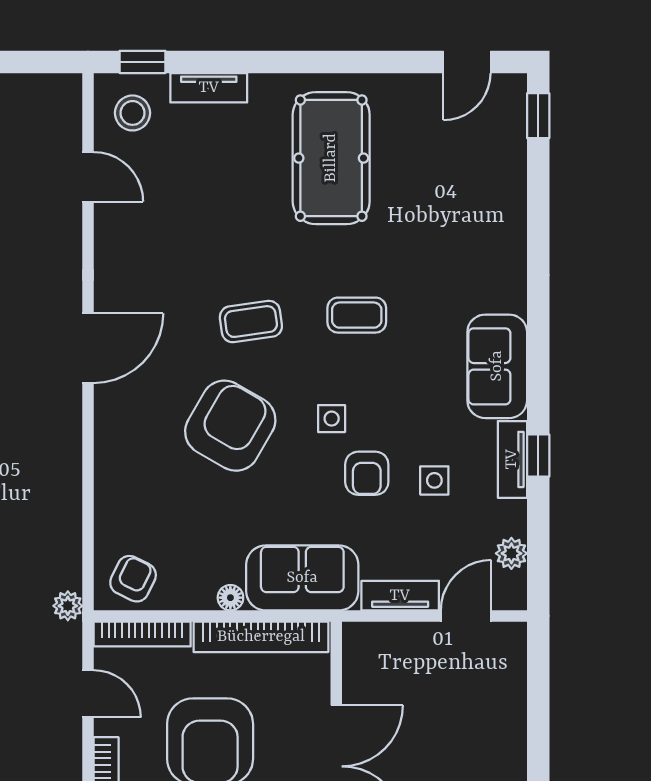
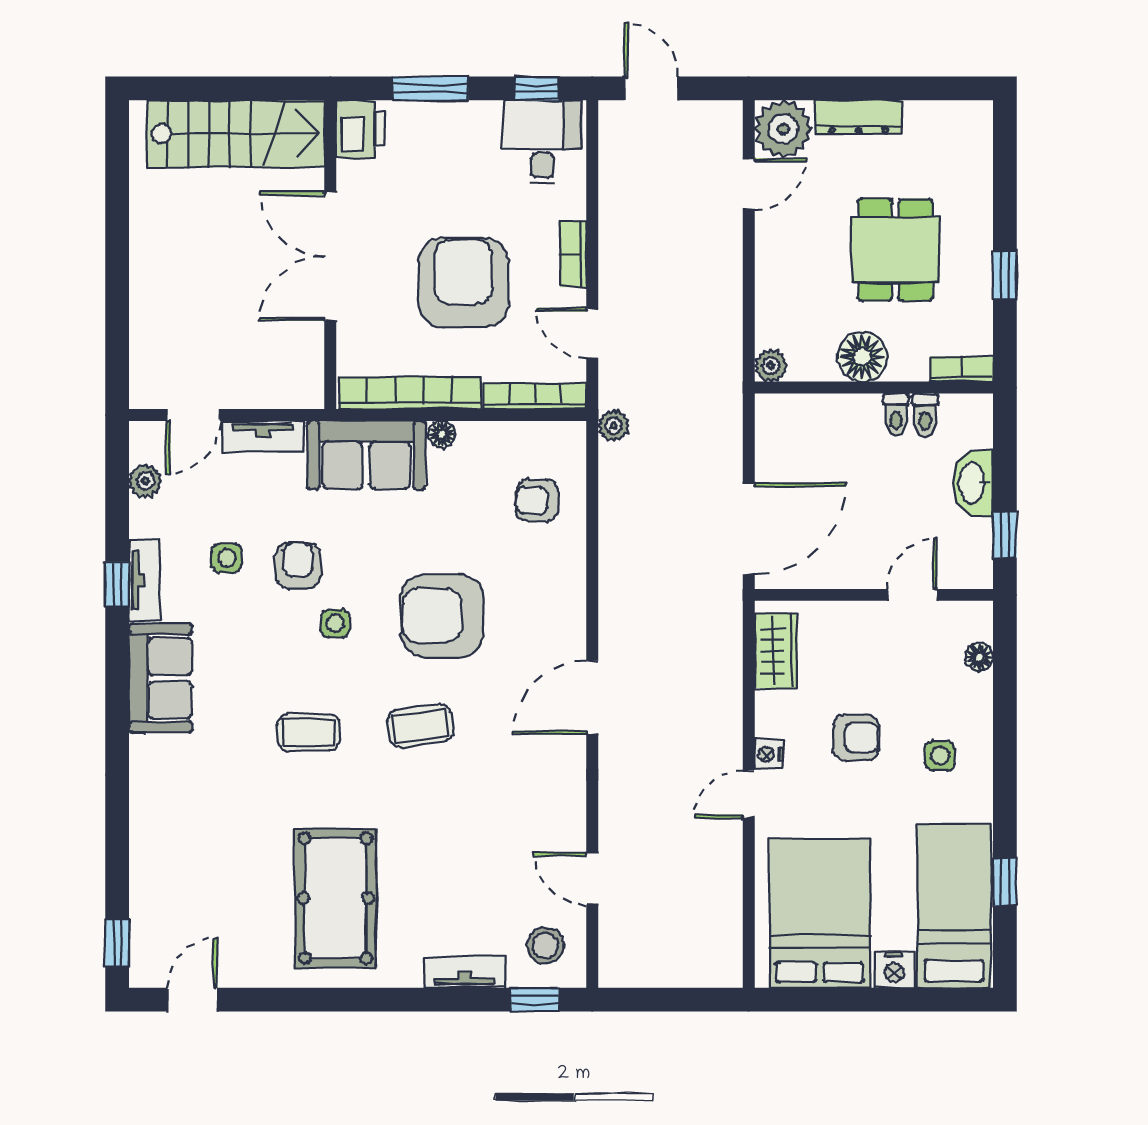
armchair: (230, 426) -> (442, 616), turned 60
armchair: (133, 579) -> (537, 500), moved, turned 65

